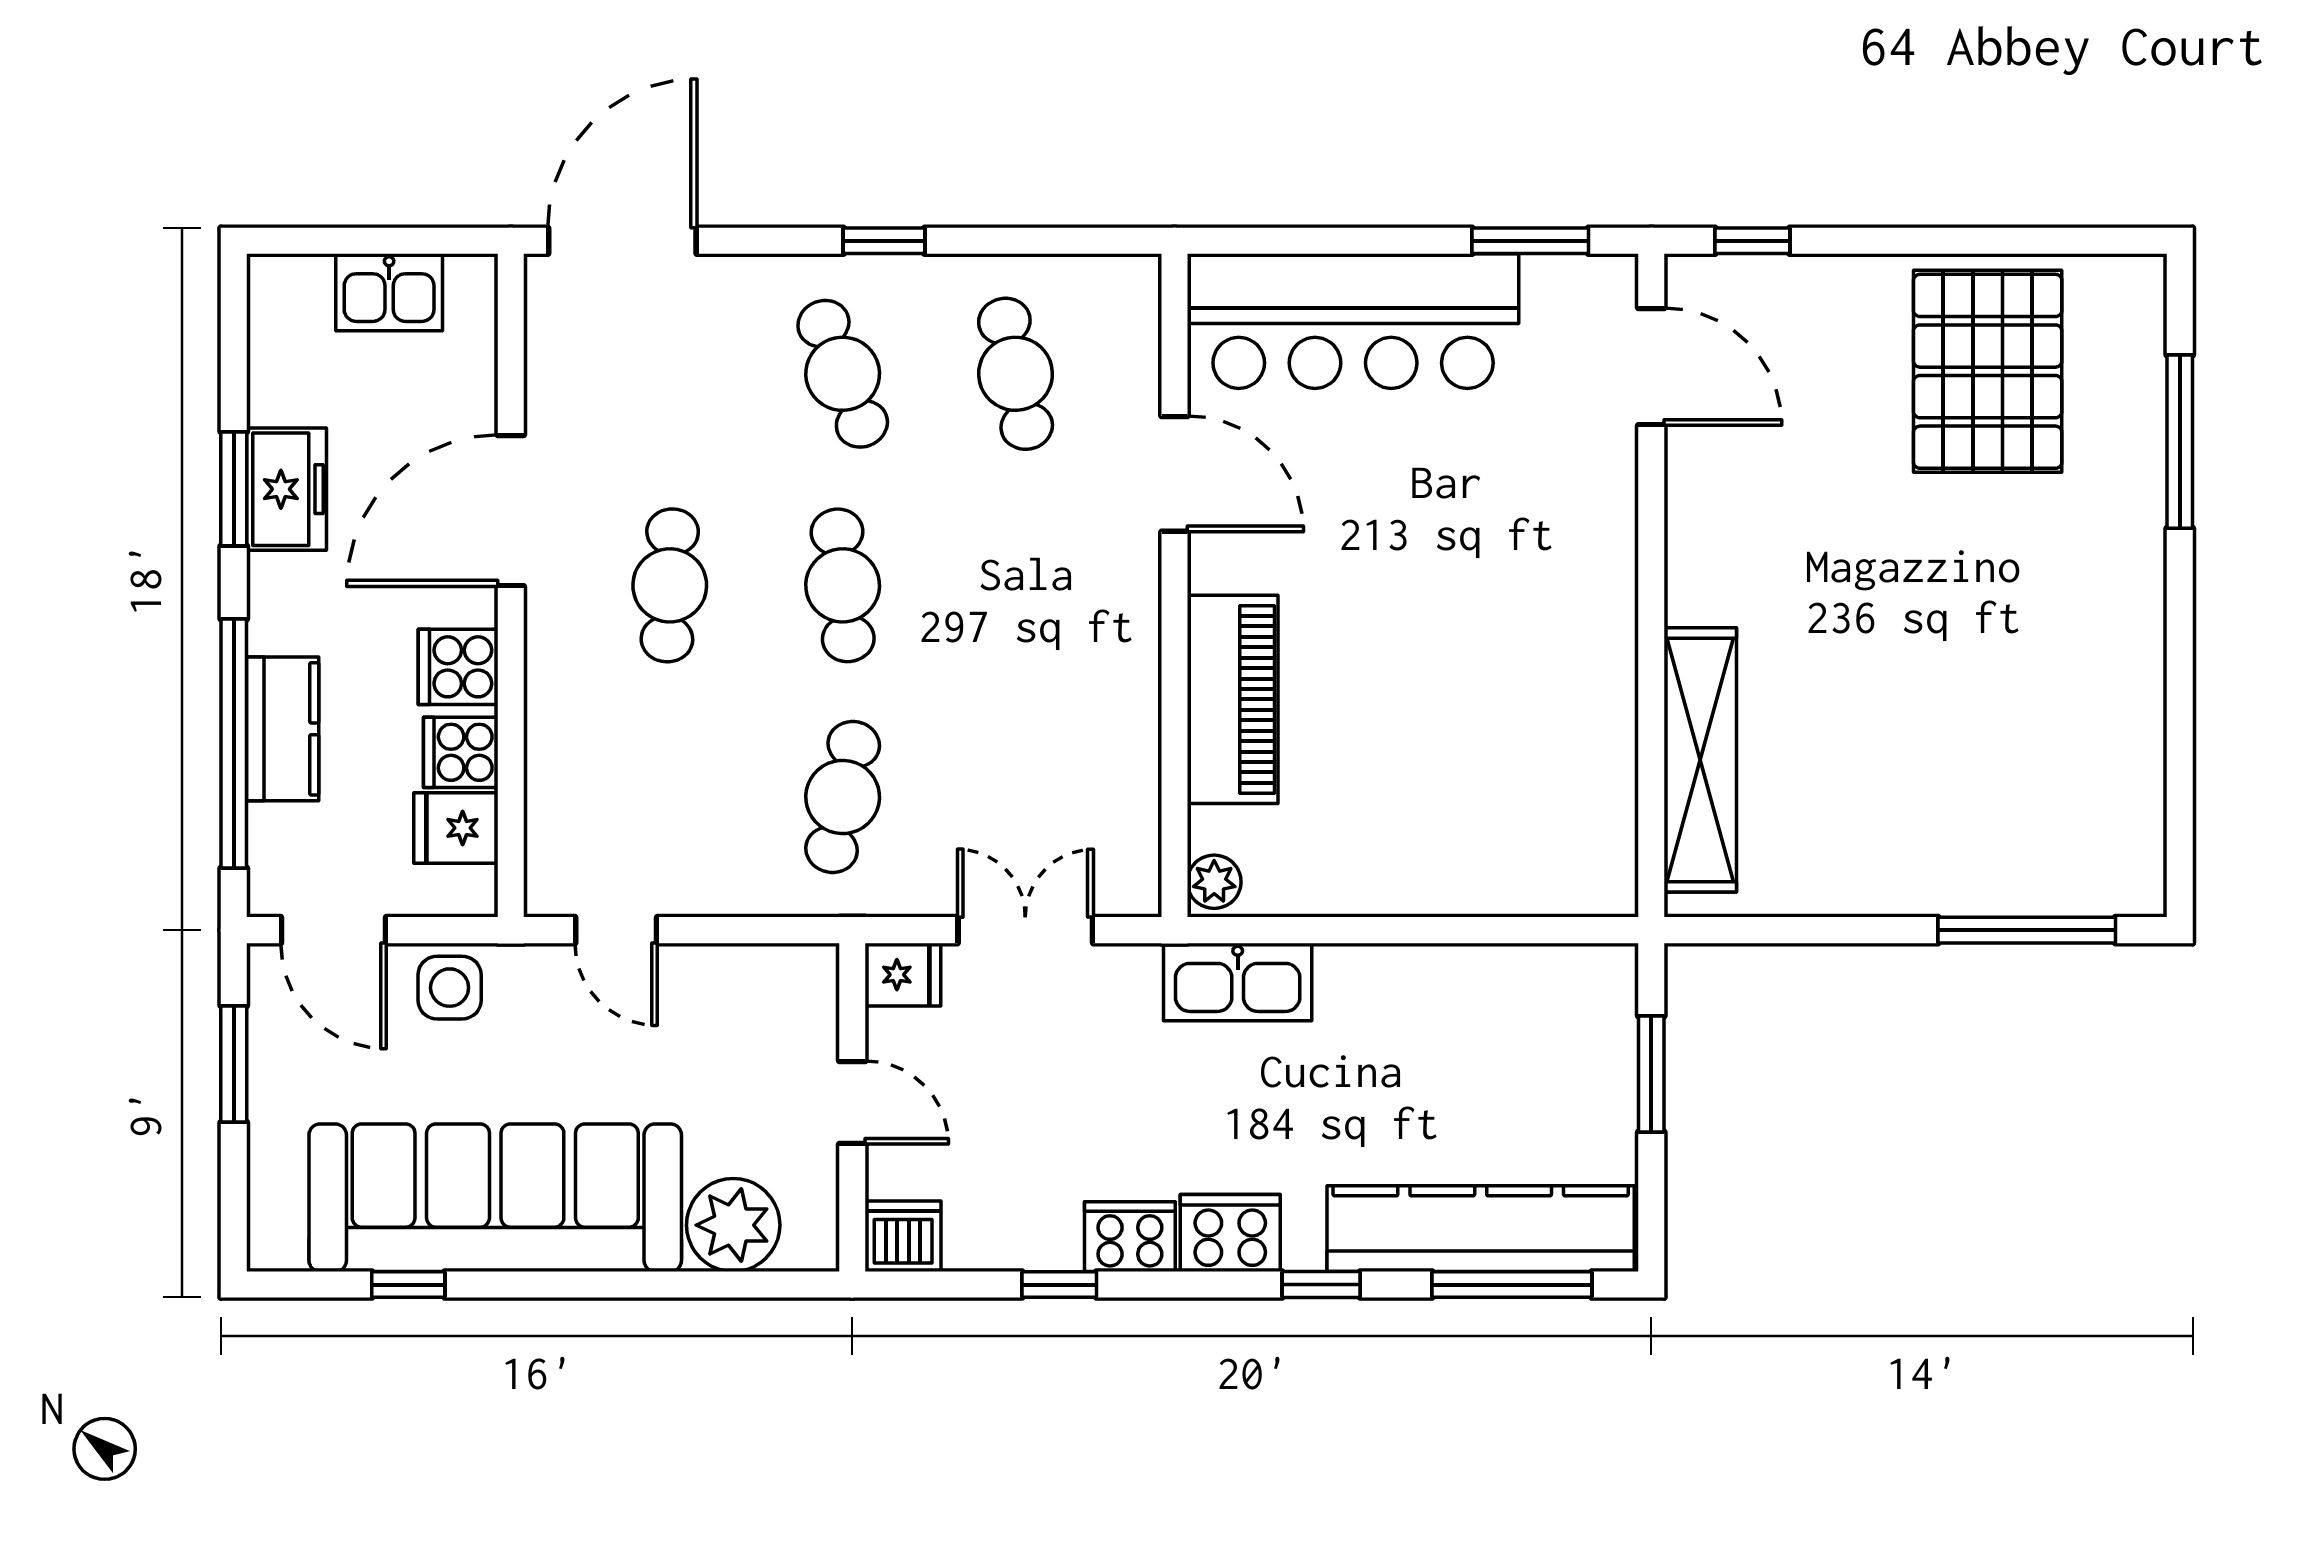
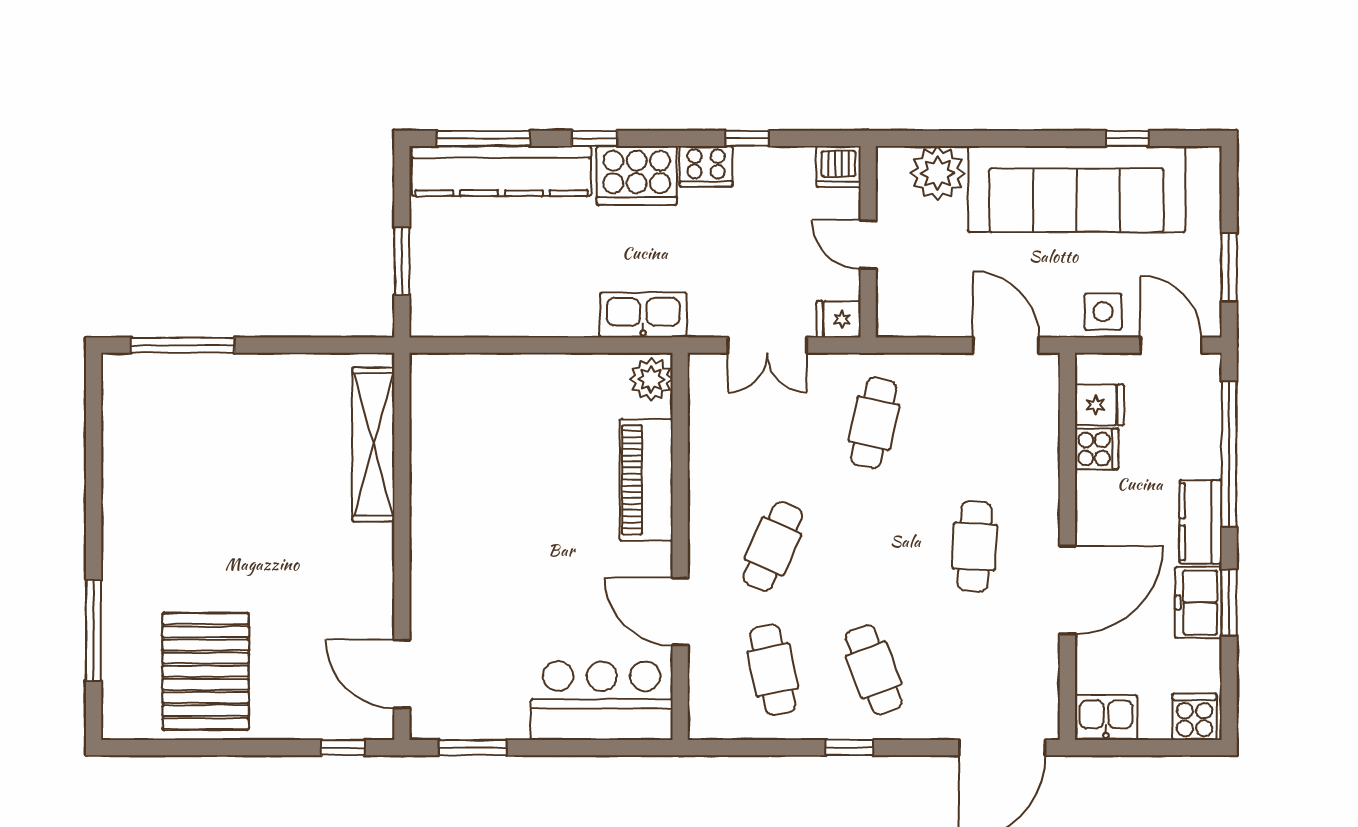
kitchen sink: (389, 292) -> (1106, 717), moved
bar counter: (1353, 321) -> (602, 701), width x0.73
cafe table: (843, 585) -> (773, 546), moved, turned 30
cooker: (458, 667) -> (1195, 717), moved, turned -90
kitchen counter: (283, 729) -> (1201, 522), moved
plant: (1214, 882) -> (651, 379), width x1.38, depth x1.38
door: (616, 930) -> (1006, 345), width x1.38
cooker: (1230, 1233) -> (637, 175), width x1.37, depth x1.31

